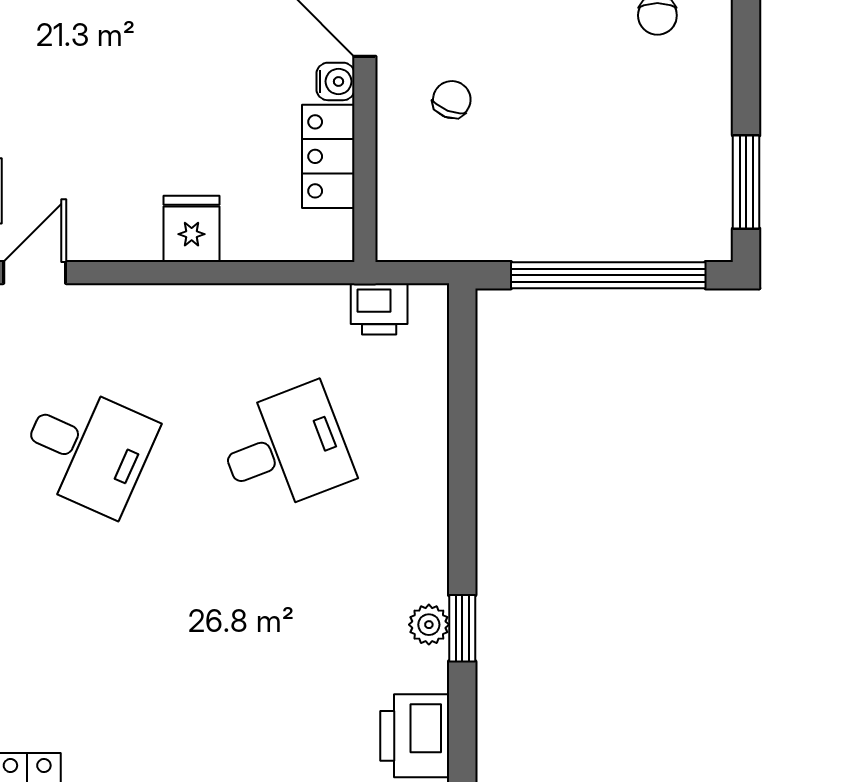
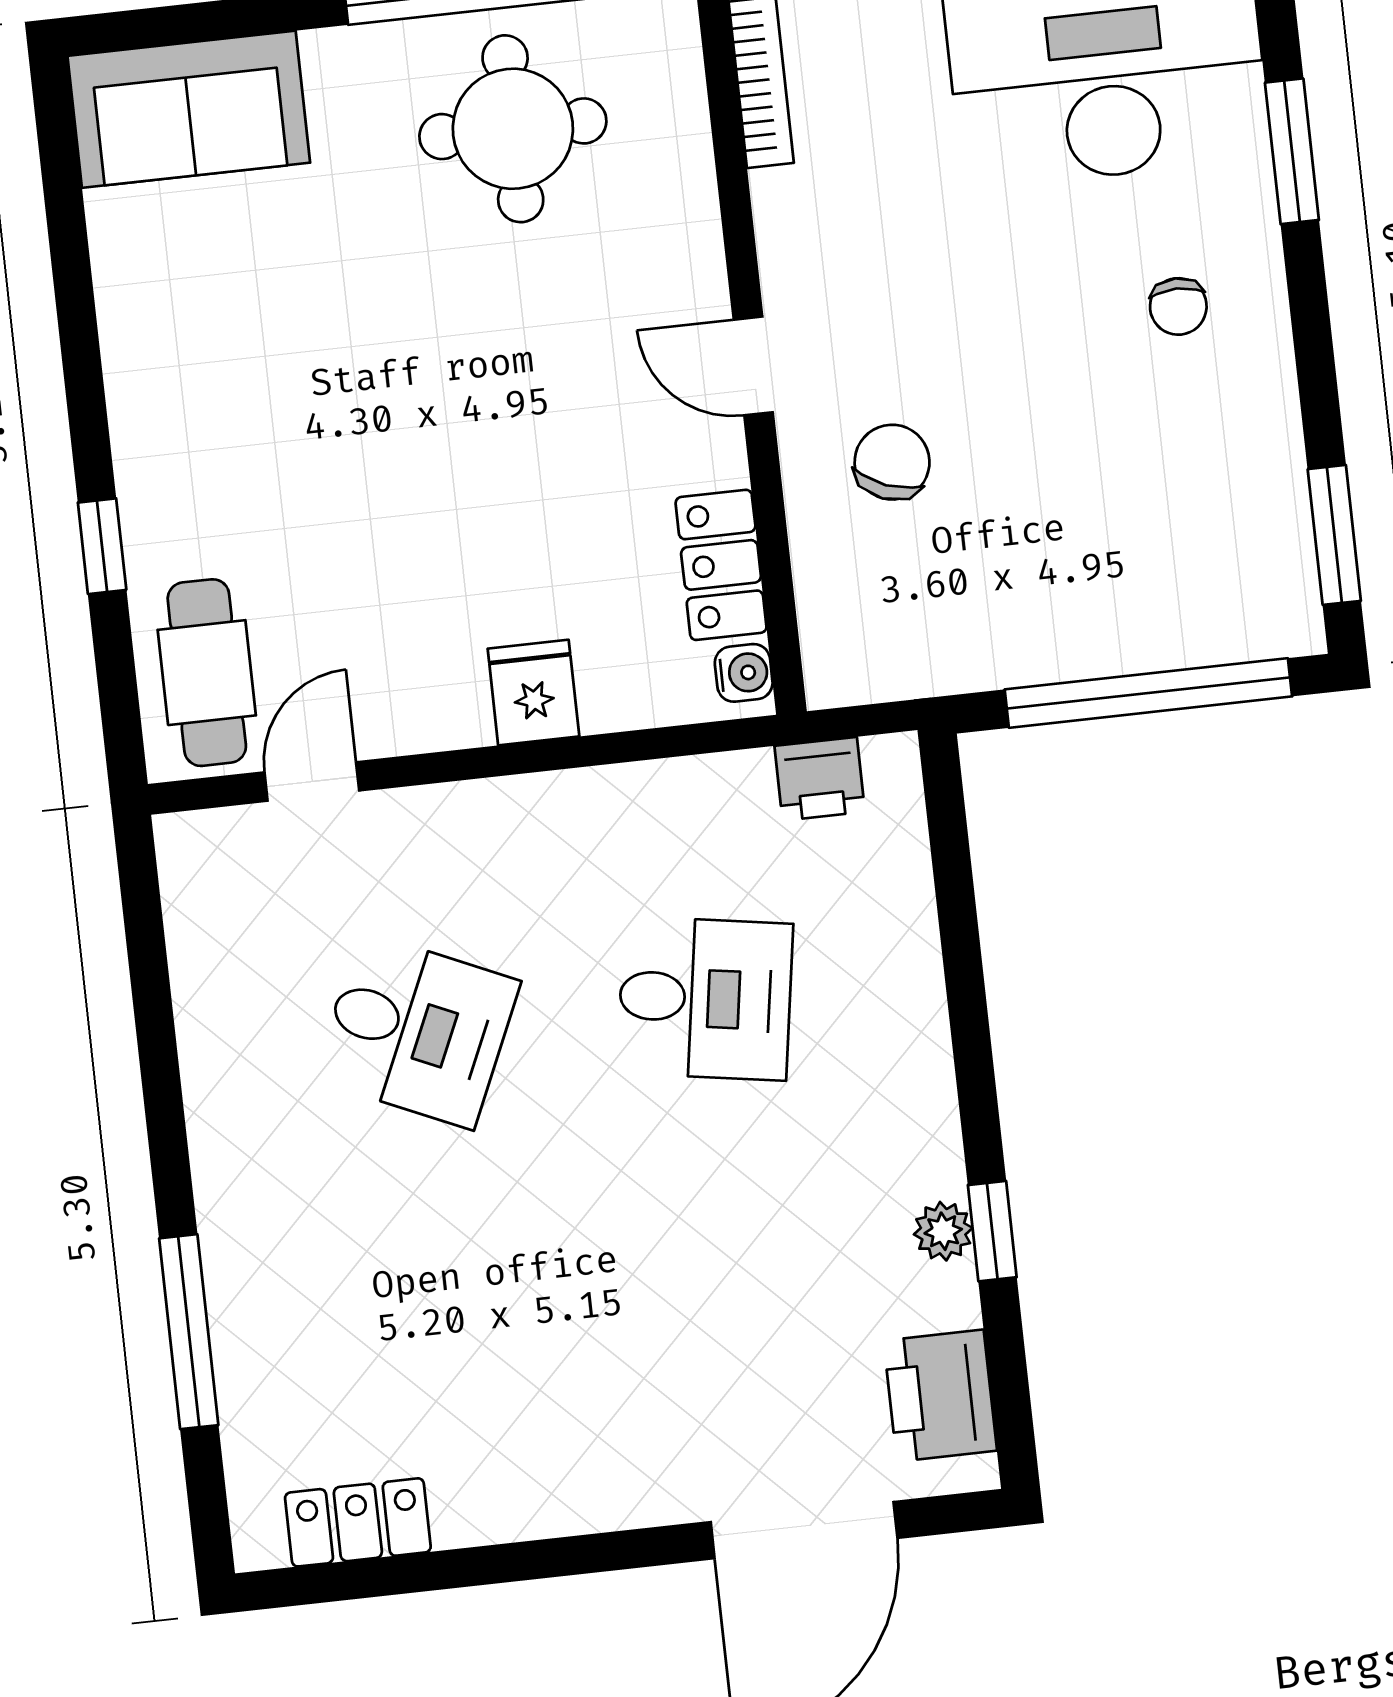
water cooler: (335, 81) -> (744, 673), moved
chair: (452, 100) -> (892, 462), width x1.37, depth x1.37
desk: (285, 449) -> (705, 998), turned 30

